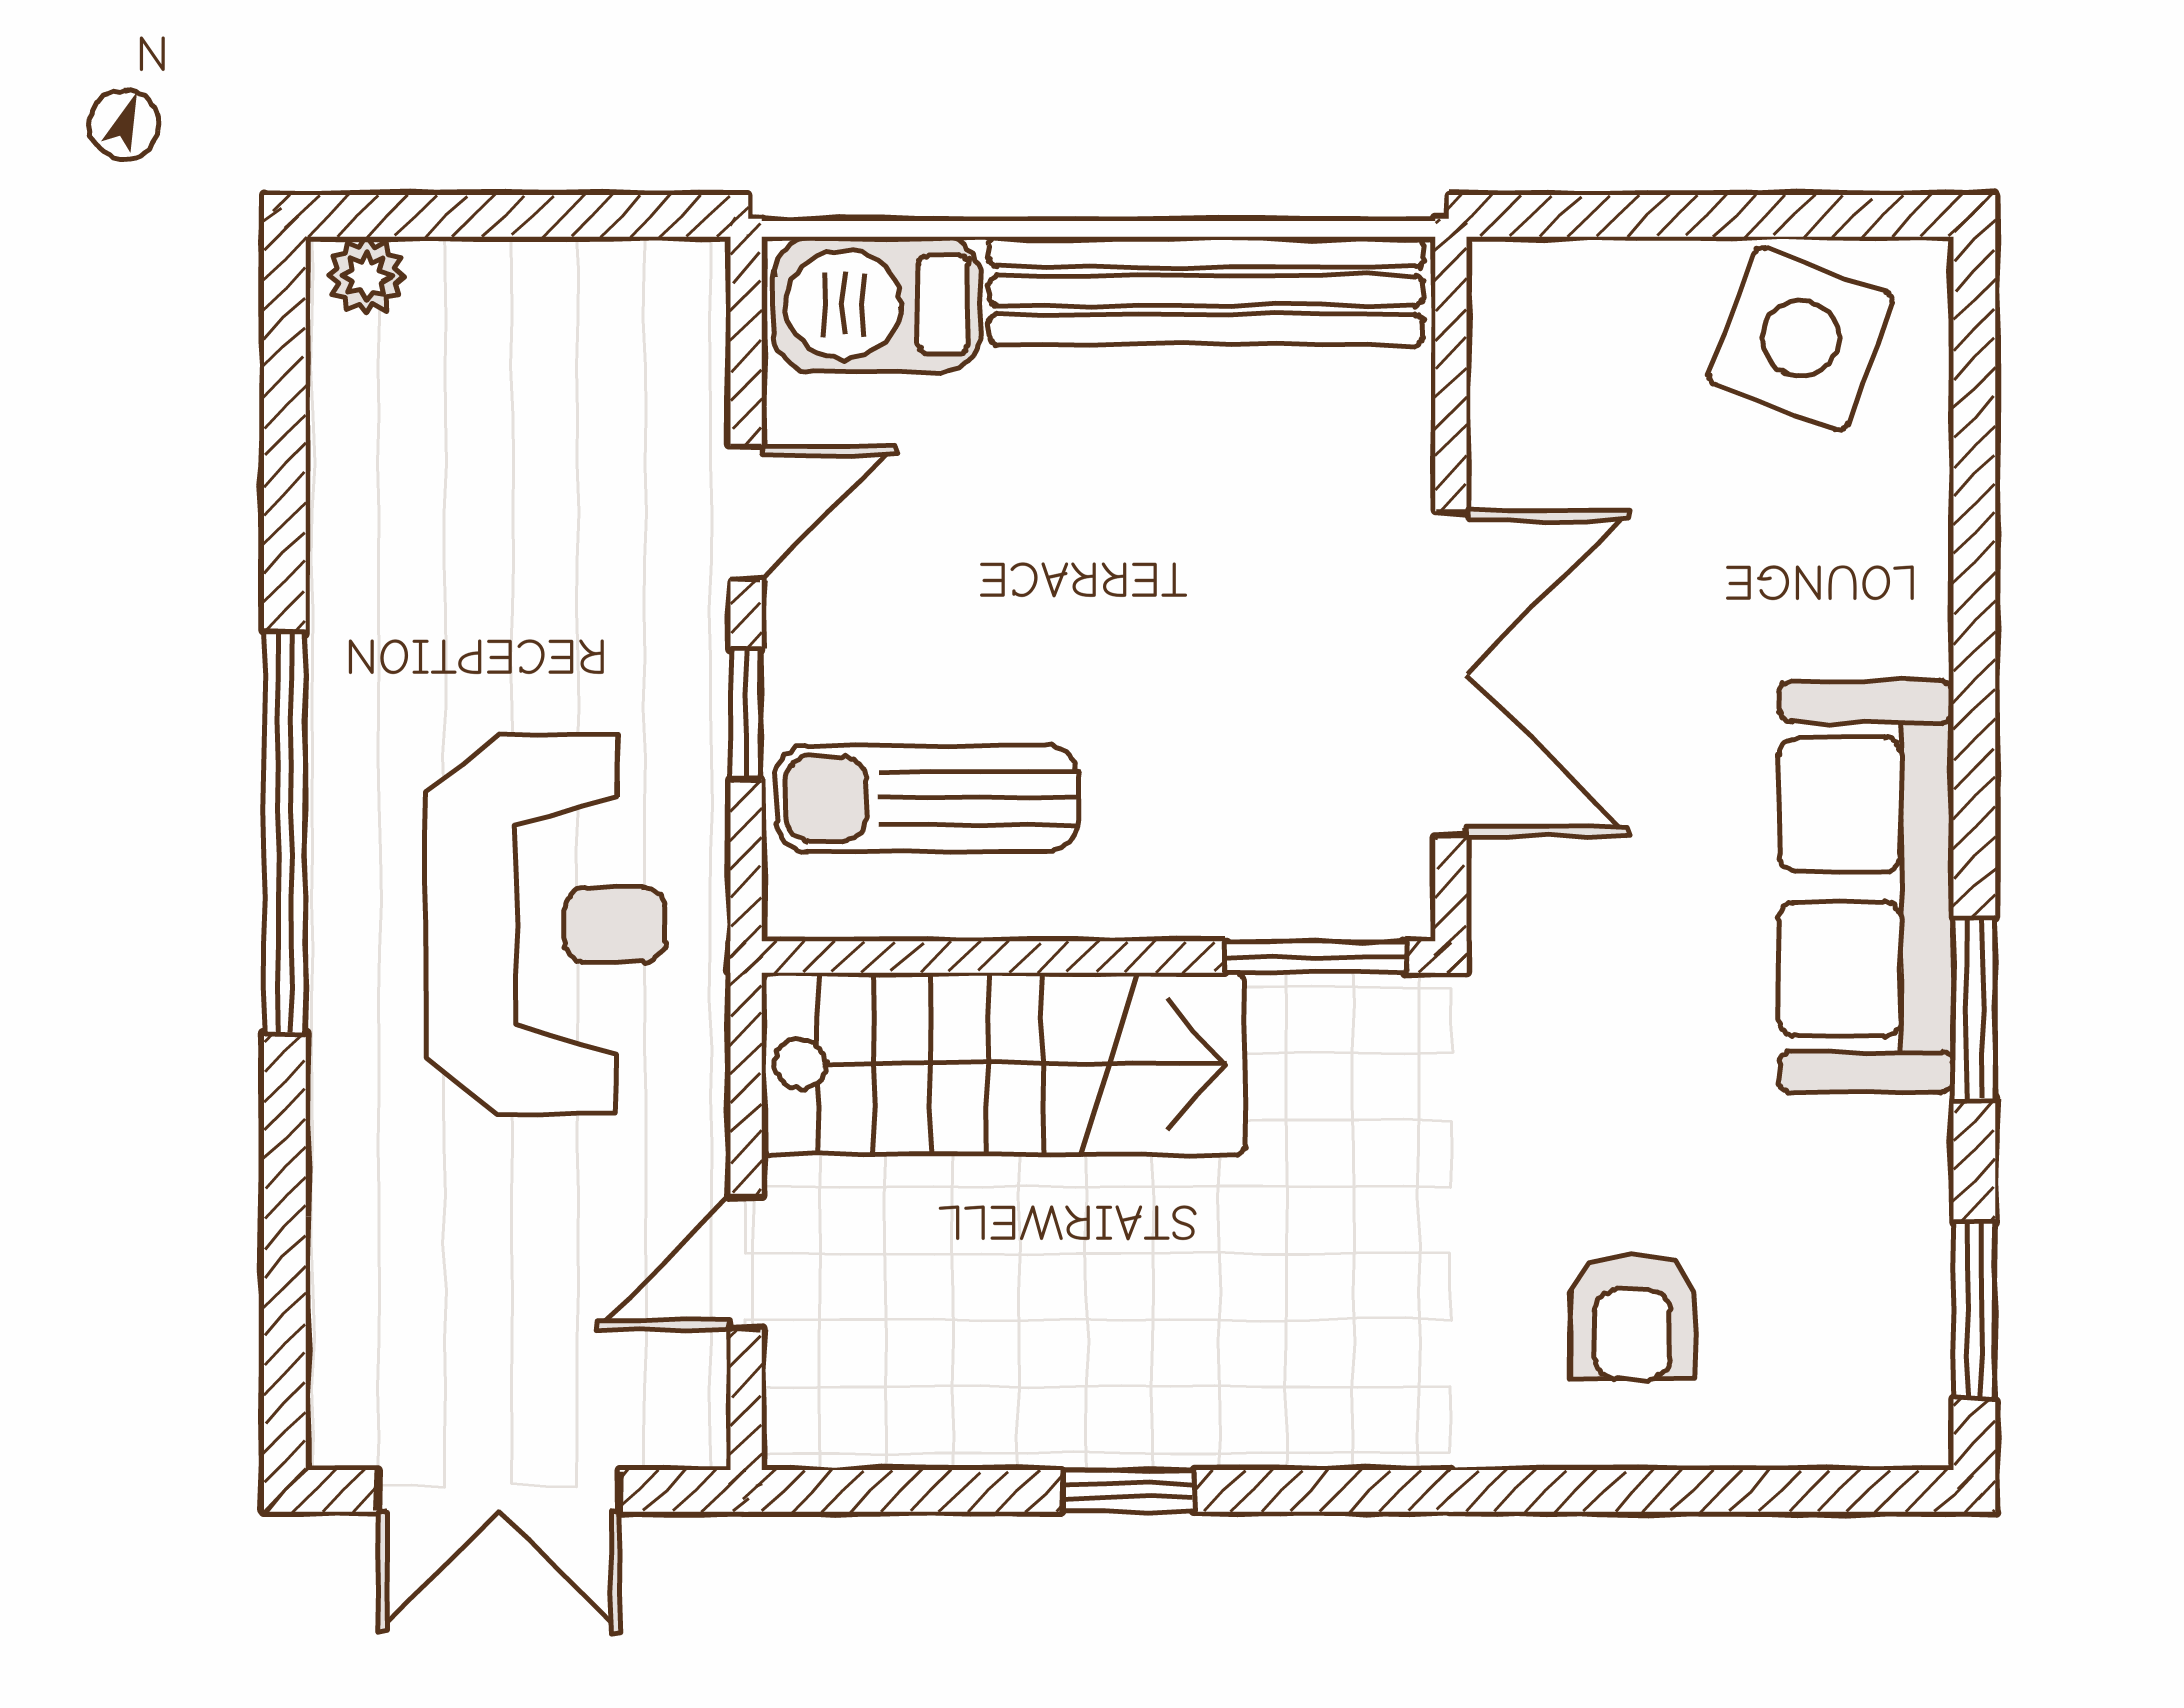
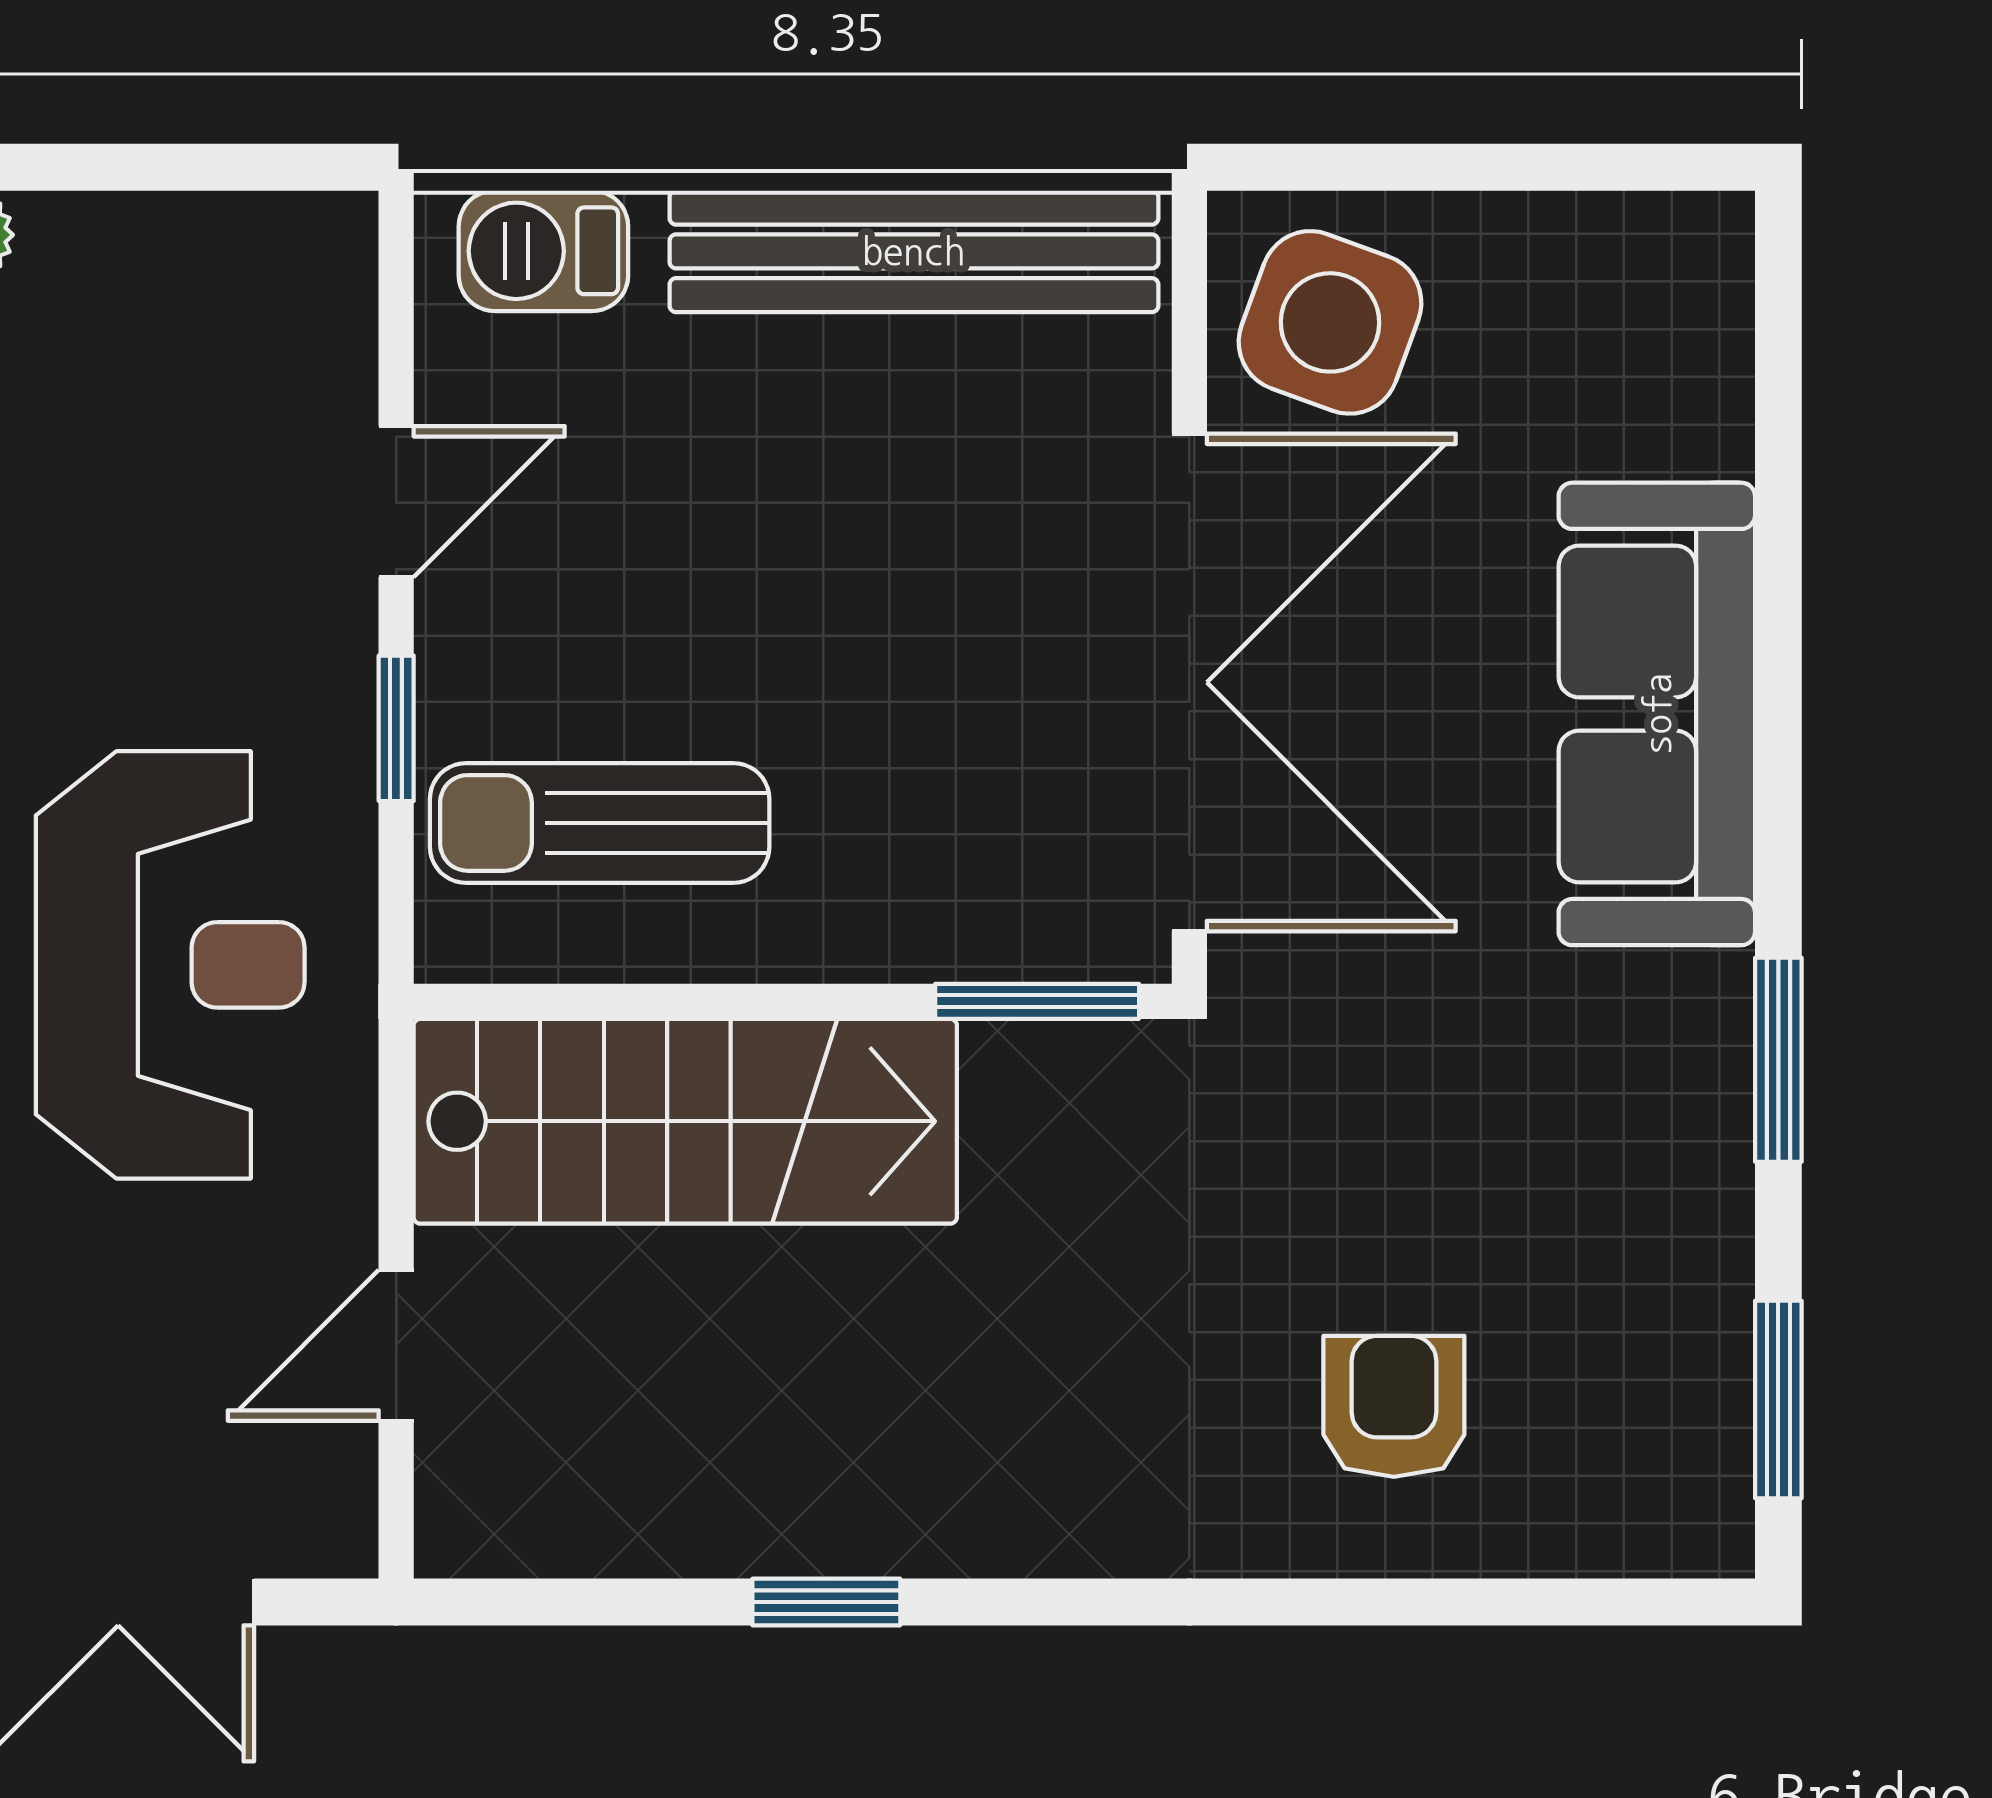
barbecue: (877, 304) -> (543, 251), width x0.73, depth x0.79
side table: (1801, 338) -> (1330, 322), moved
double door: (1451, 674) -> (1189, 682), width x1.36
sofa: (1866, 887) -> (1657, 714), moved
armchair: (1633, 1317) -> (1394, 1406), turned 180

